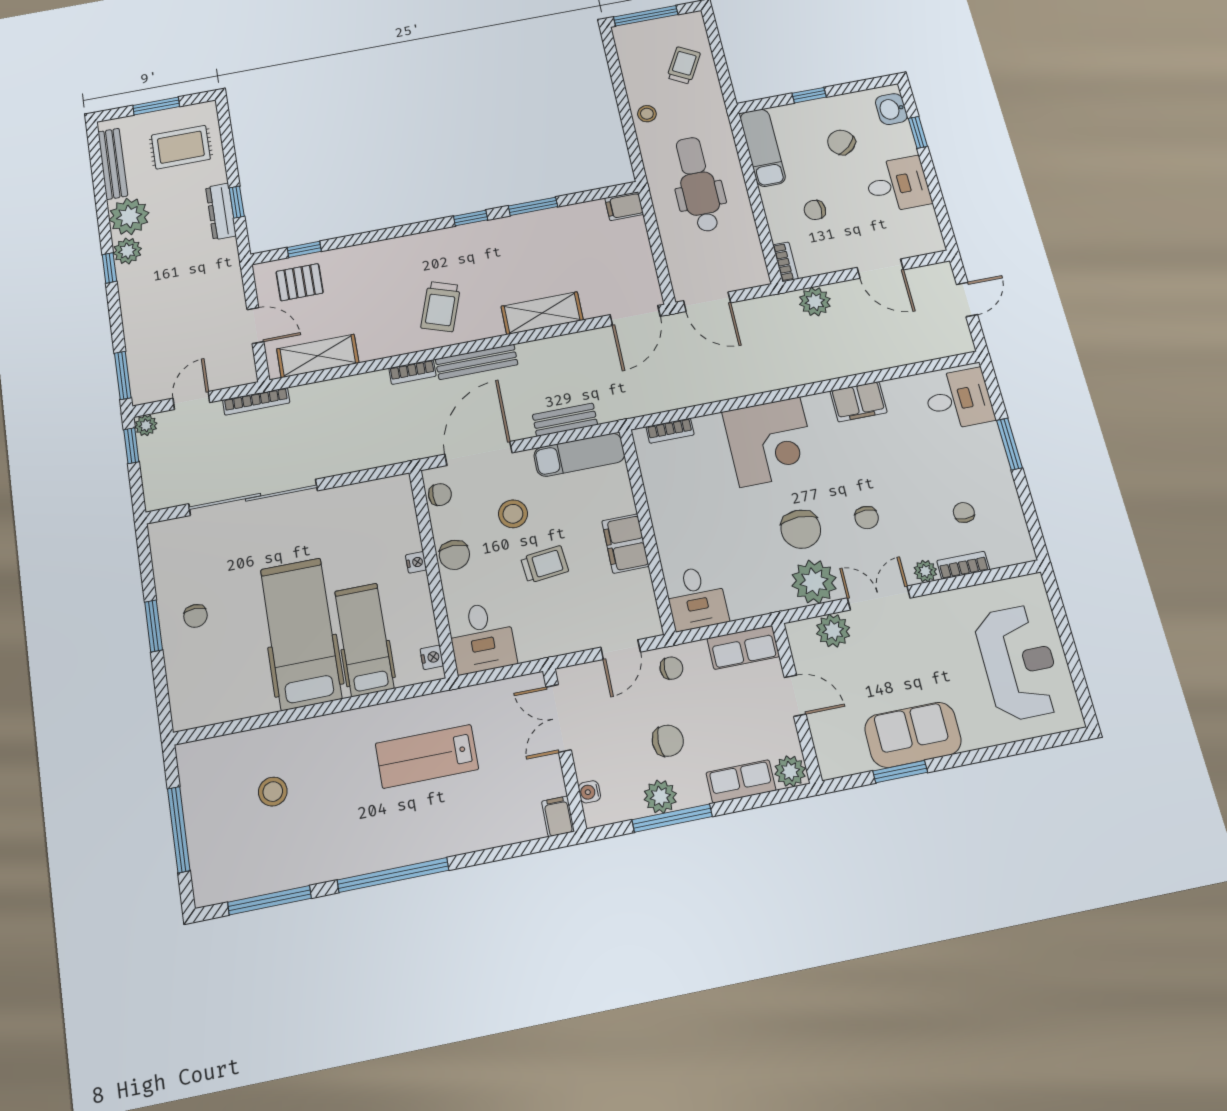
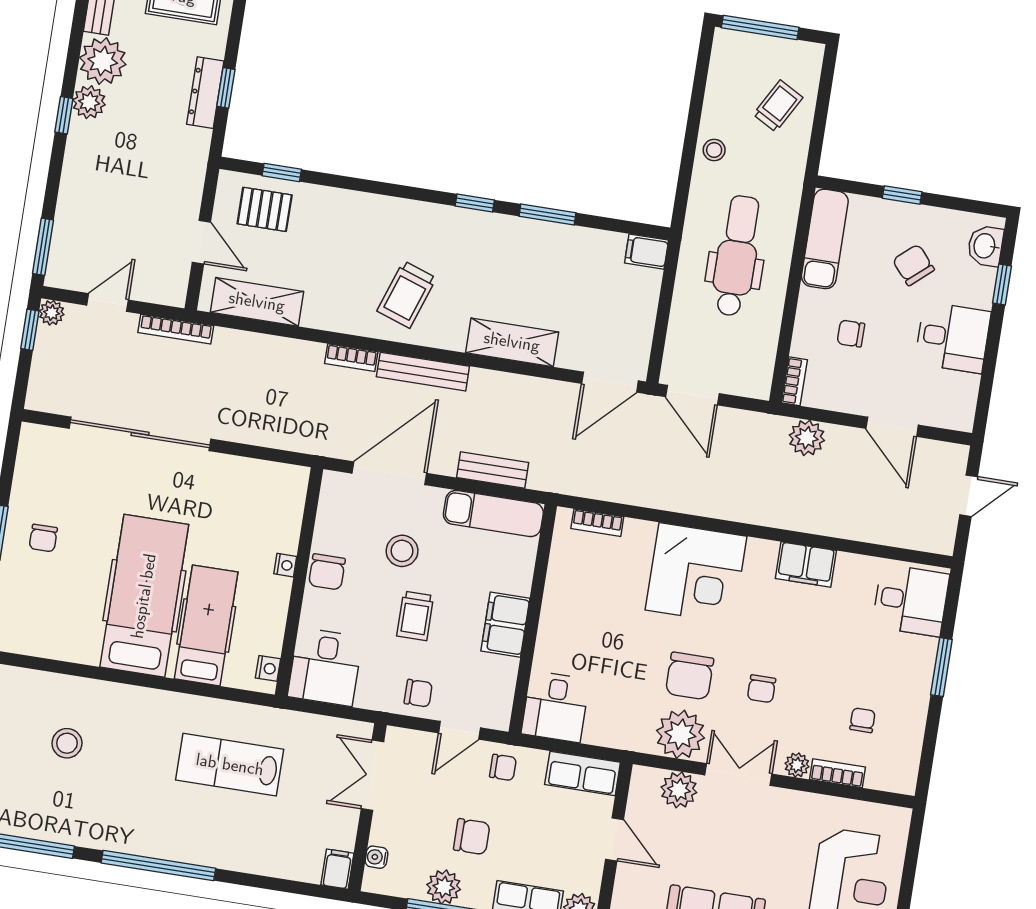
chair: (440, 495) -> (418, 693), moved
trolley: (545, 564) -> (415, 616), turned 96

